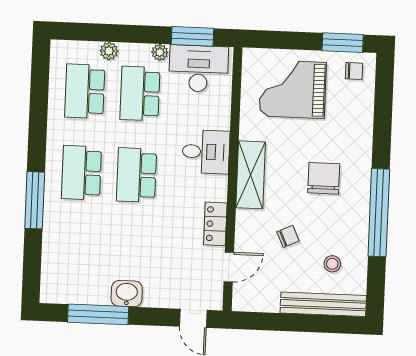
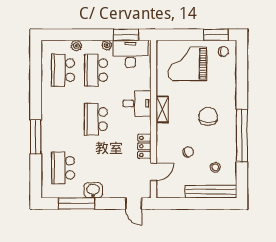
school desk: (81, 173) -> (63, 168), moved
shelving: (251, 175) -> (162, 109), width x0.67, depth x0.75

